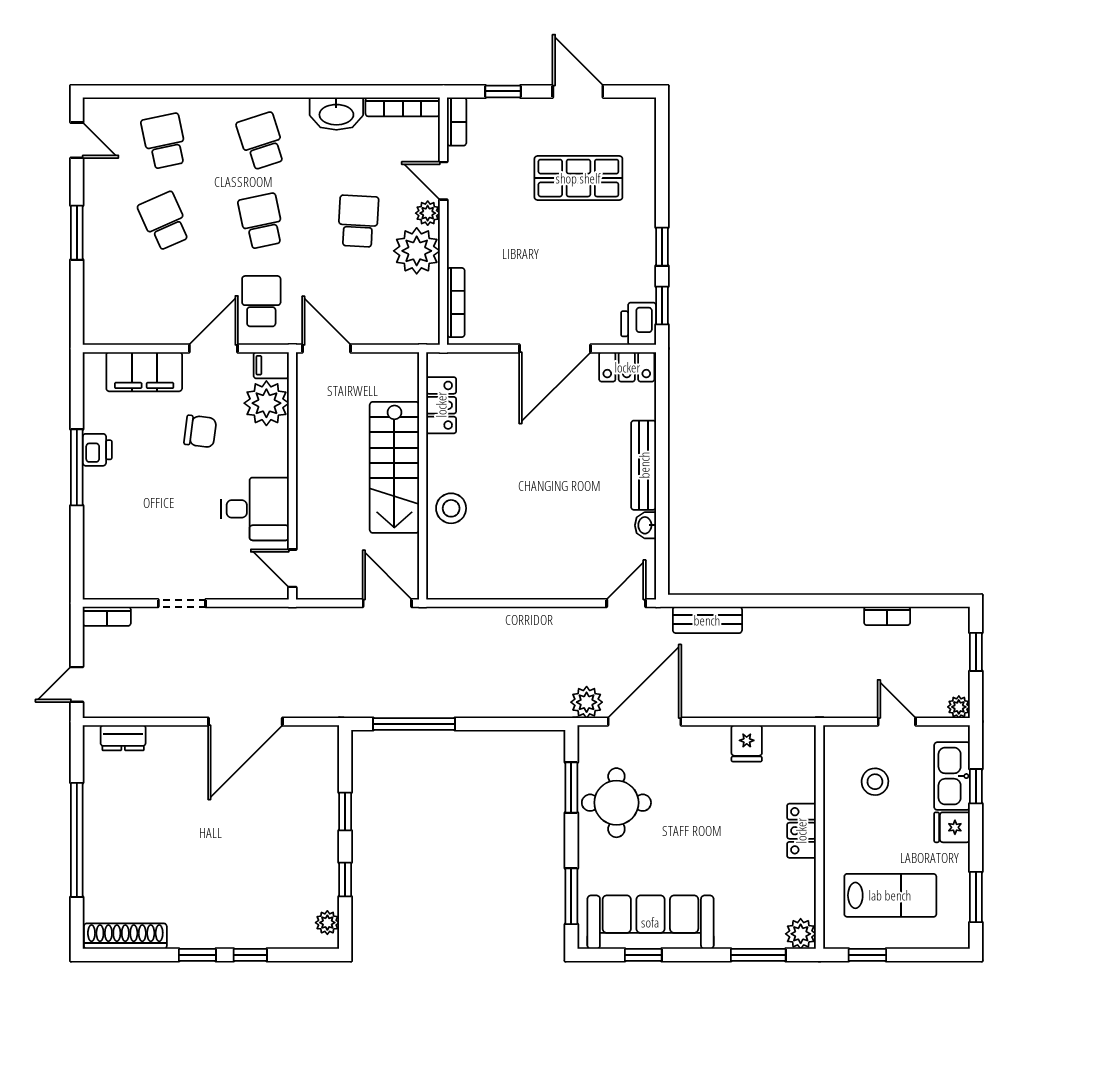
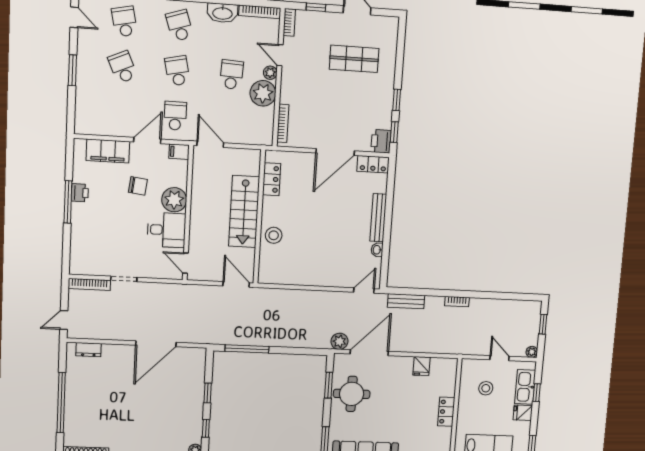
plant: (266, 403) -> (174, 200), moved
bookcase: (107, 616) -> (89, 284), width x1.56
bookcase: (887, 616) -> (457, 302), moved

